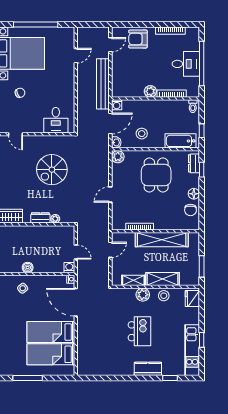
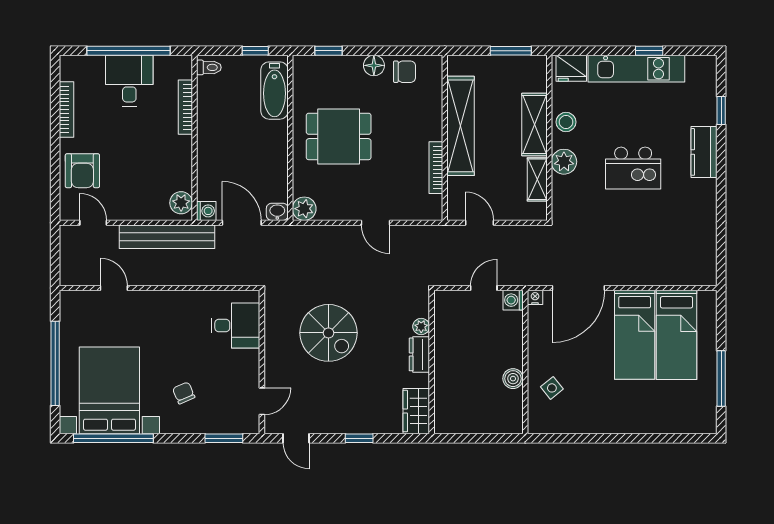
plant: (150, 91) -> (181, 203), moved
stool: (142, 134) -> (261, 164), removed
dresser: (194, 163) -> (317, 65), removed
kitchen island: (139, 331) -> (633, 168), turned 180
kitchen unit: (192, 350) -> (636, 69), moved

